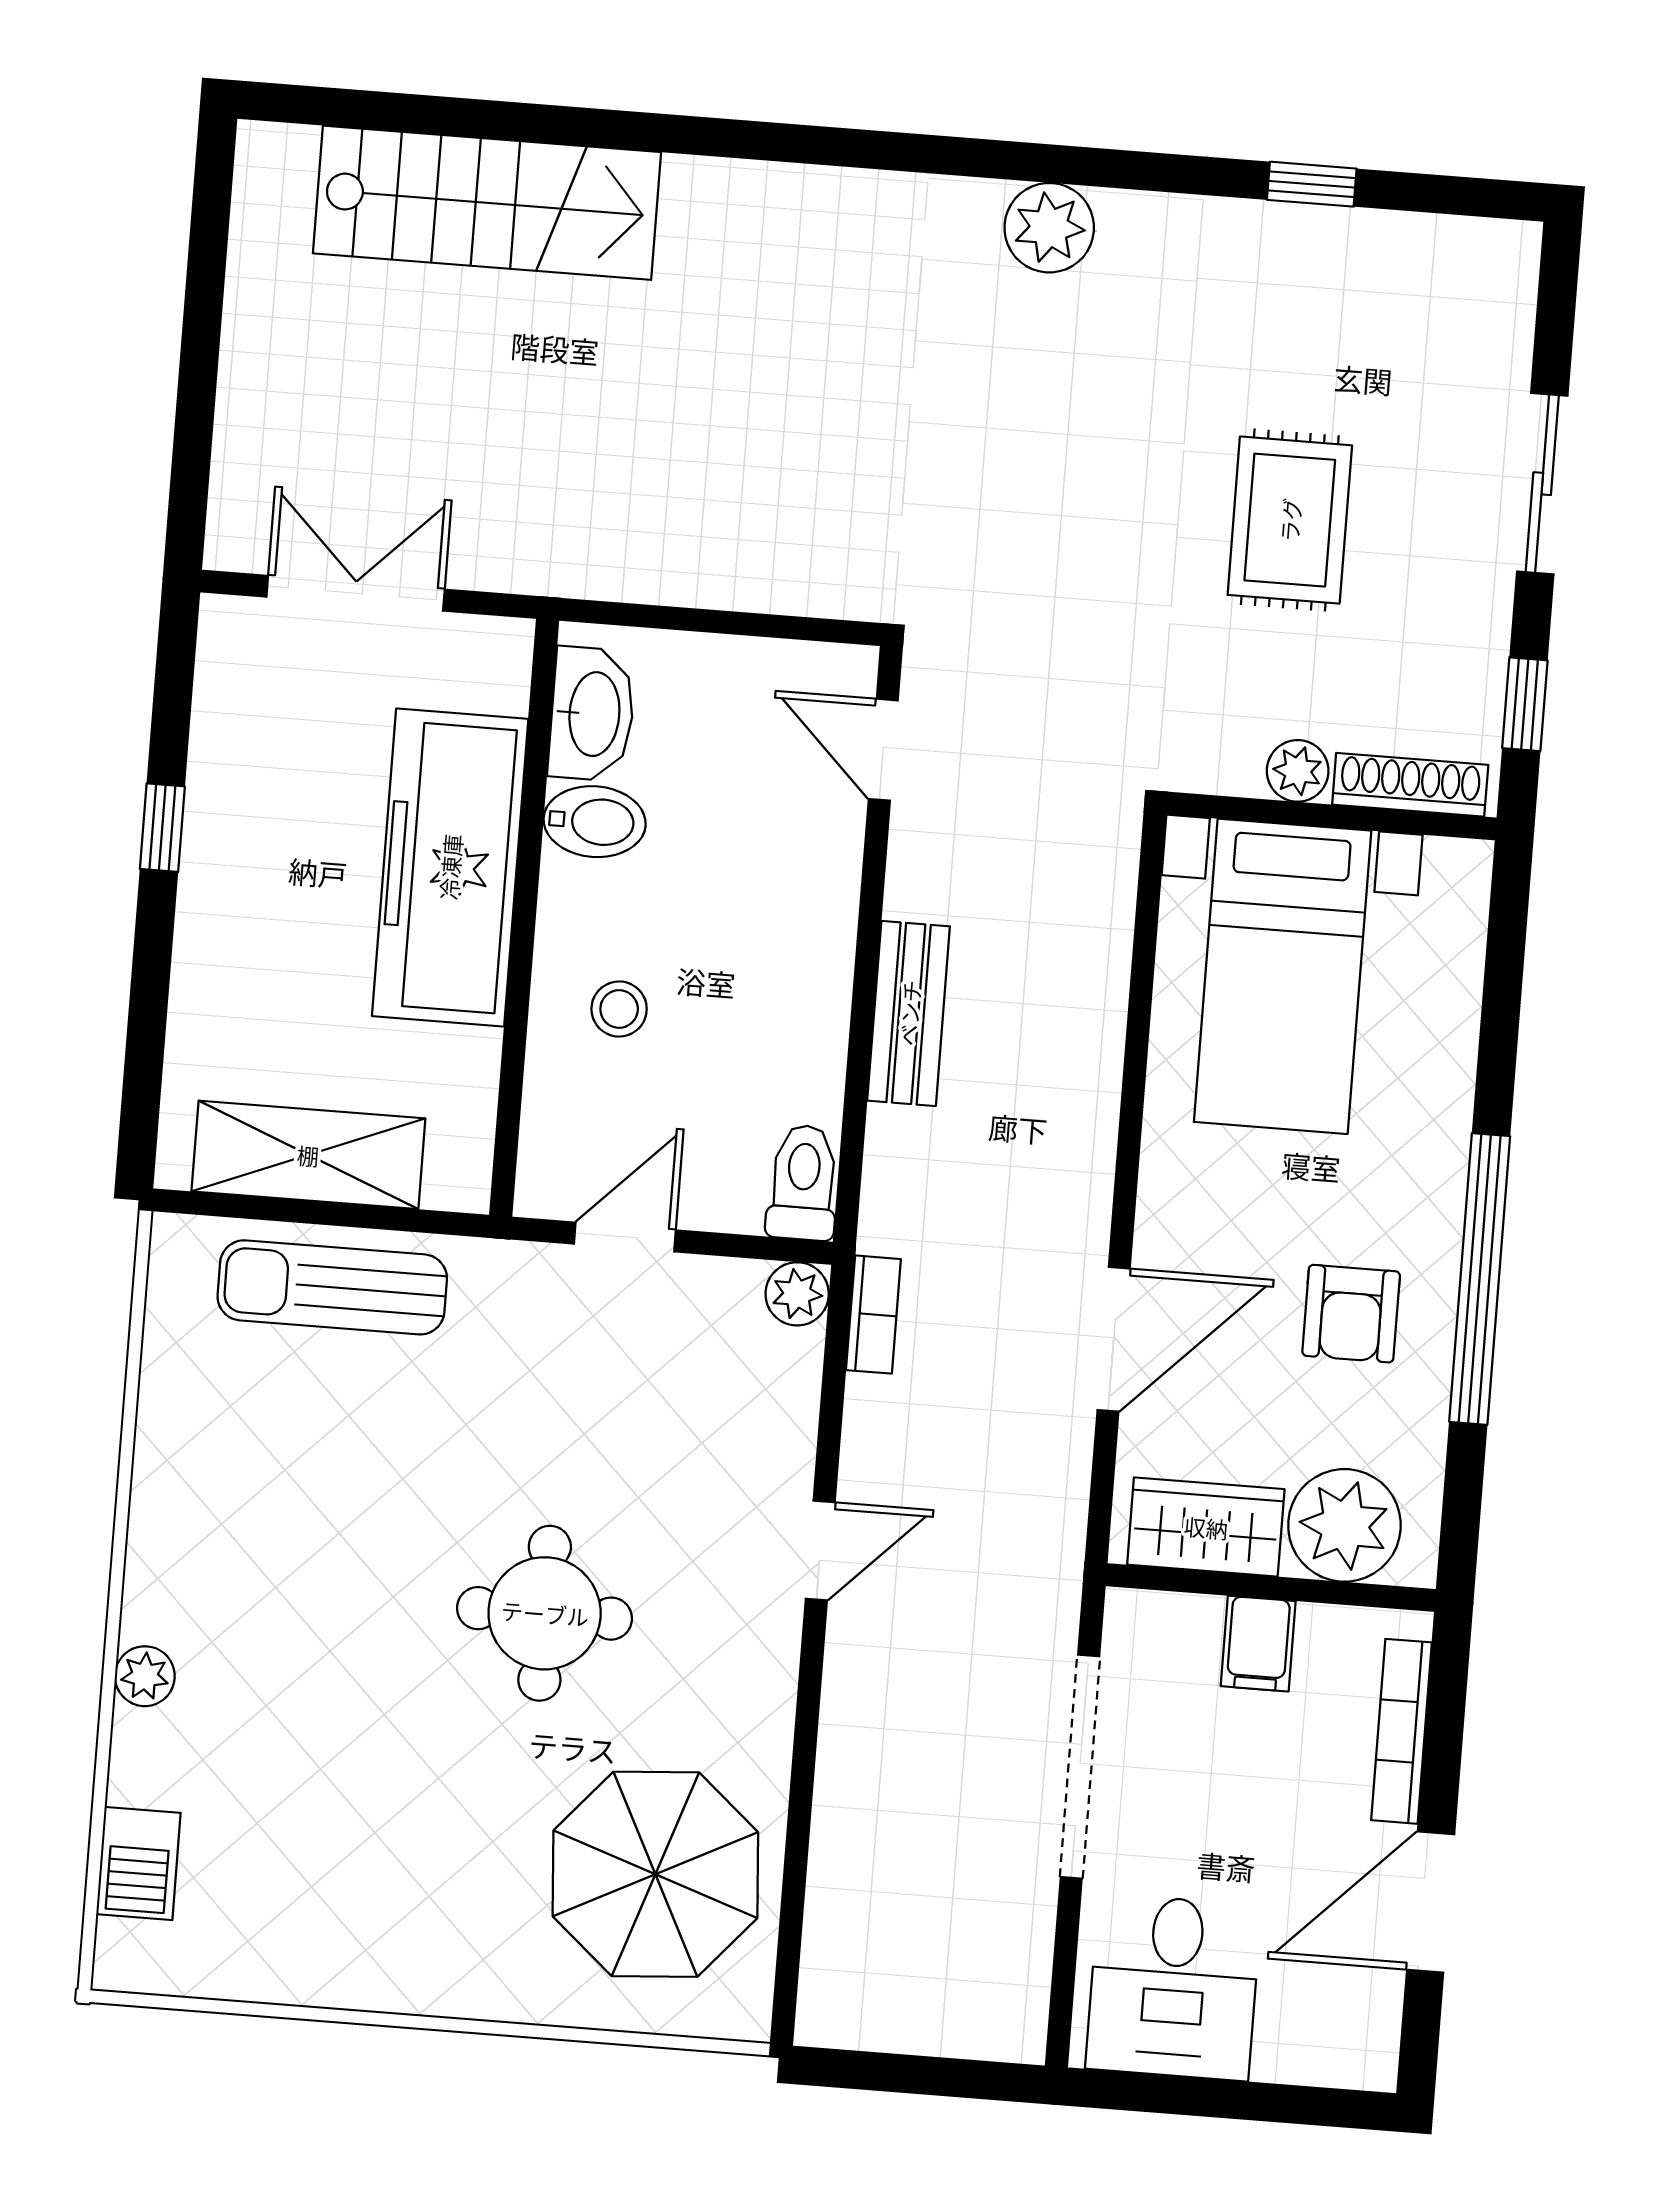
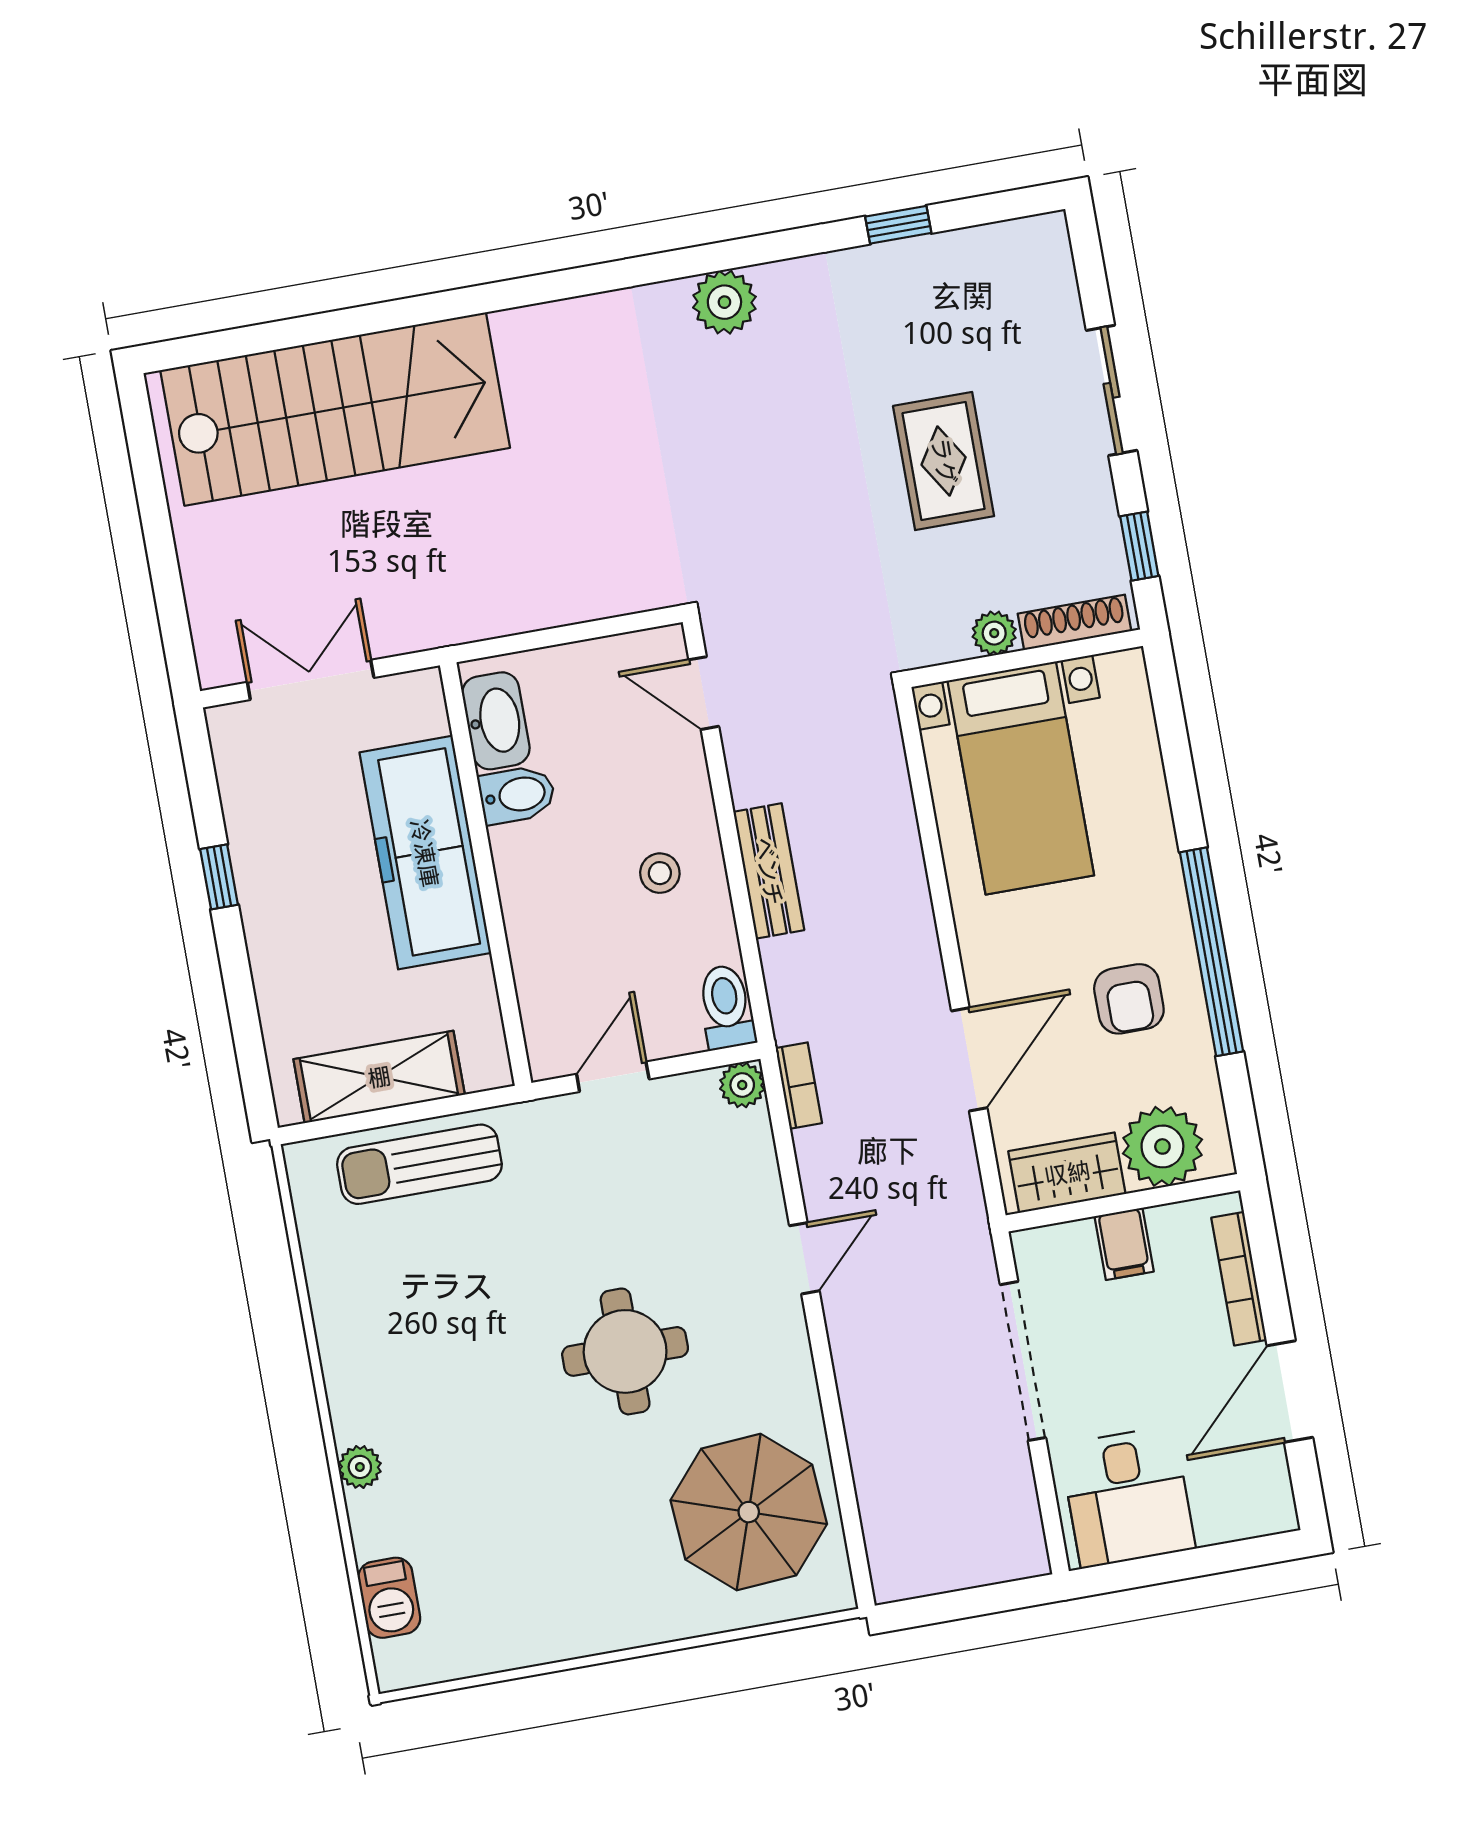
stairs: (487, 203) -> (335, 409), width x1.36, depth x1.51
stool: (619, 1009) -> (660, 873), moved

